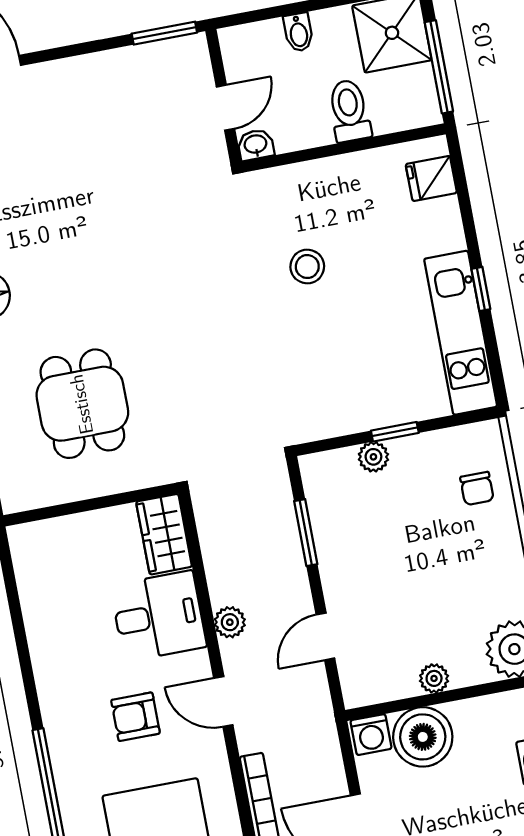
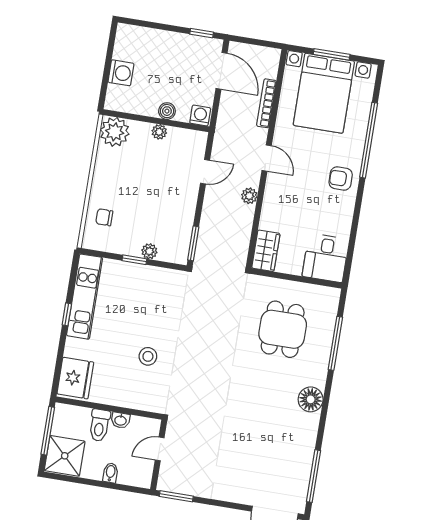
washbasin: (256, 145) -> (120, 420), moved
fridge: (431, 178) -> (75, 378), width x1.88, depth x1.34
chair: (477, 488) -> (104, 217), turned -90
window: (306, 533) -> (193, 243), moved
desk: (158, 616) -> (326, 258), moved, turned -90
armchair: (135, 717) -> (341, 178), moved, turned 180
boiler: (423, 737) -> (167, 111), width x0.54, depth x0.54

